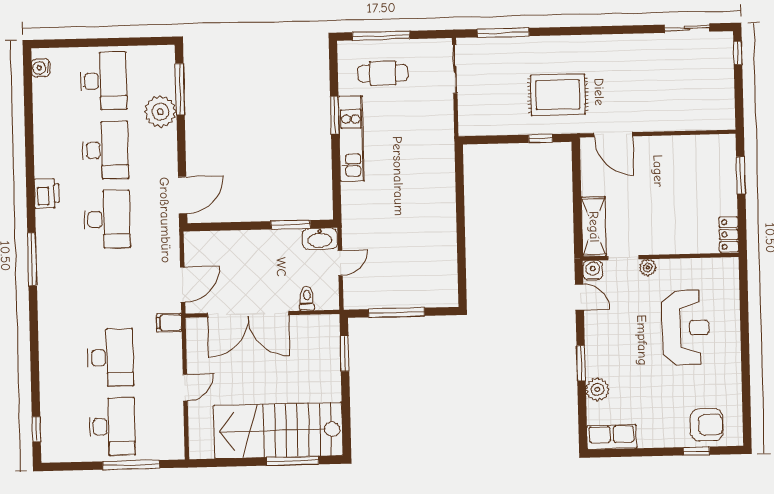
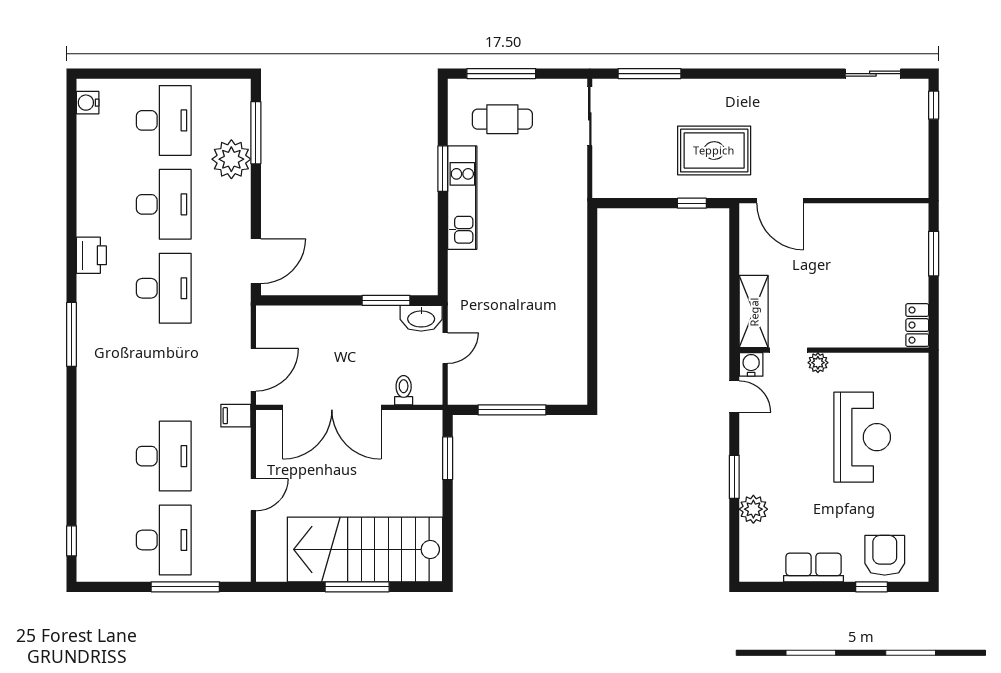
armchair: (707, 425) -> (885, 555), turned -90
row of seats: (612, 437) -> (814, 568), moved
window: (292, 461) -> (357, 587), moved

